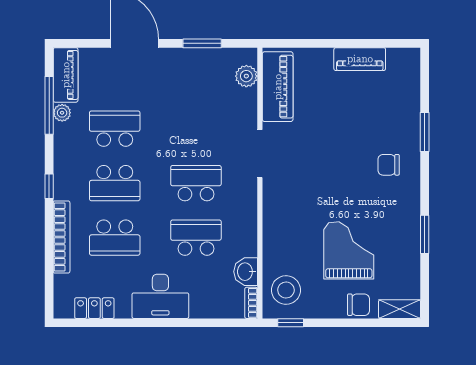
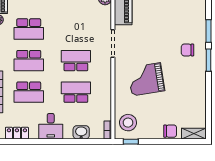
school desk: (115, 129) -> (29, 29), turned 180
window: (425, 234) -> (208, 60), moved
grand piano: (349, 250) -> (146, 79), moved, turned -99
washbasin: (246, 272) -> (81, 132), moved, turned 90
desk: (160, 296) -> (51, 126), width x0.73

